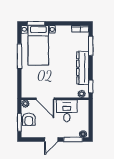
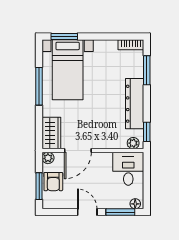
wardrobe: (28, 87) -> (51, 133), added
door: (45, 99) -> (78, 150), hinge flipped
desk: (67, 111) -> (128, 169), moved
door: (51, 139) -> (87, 212), swing flipped

